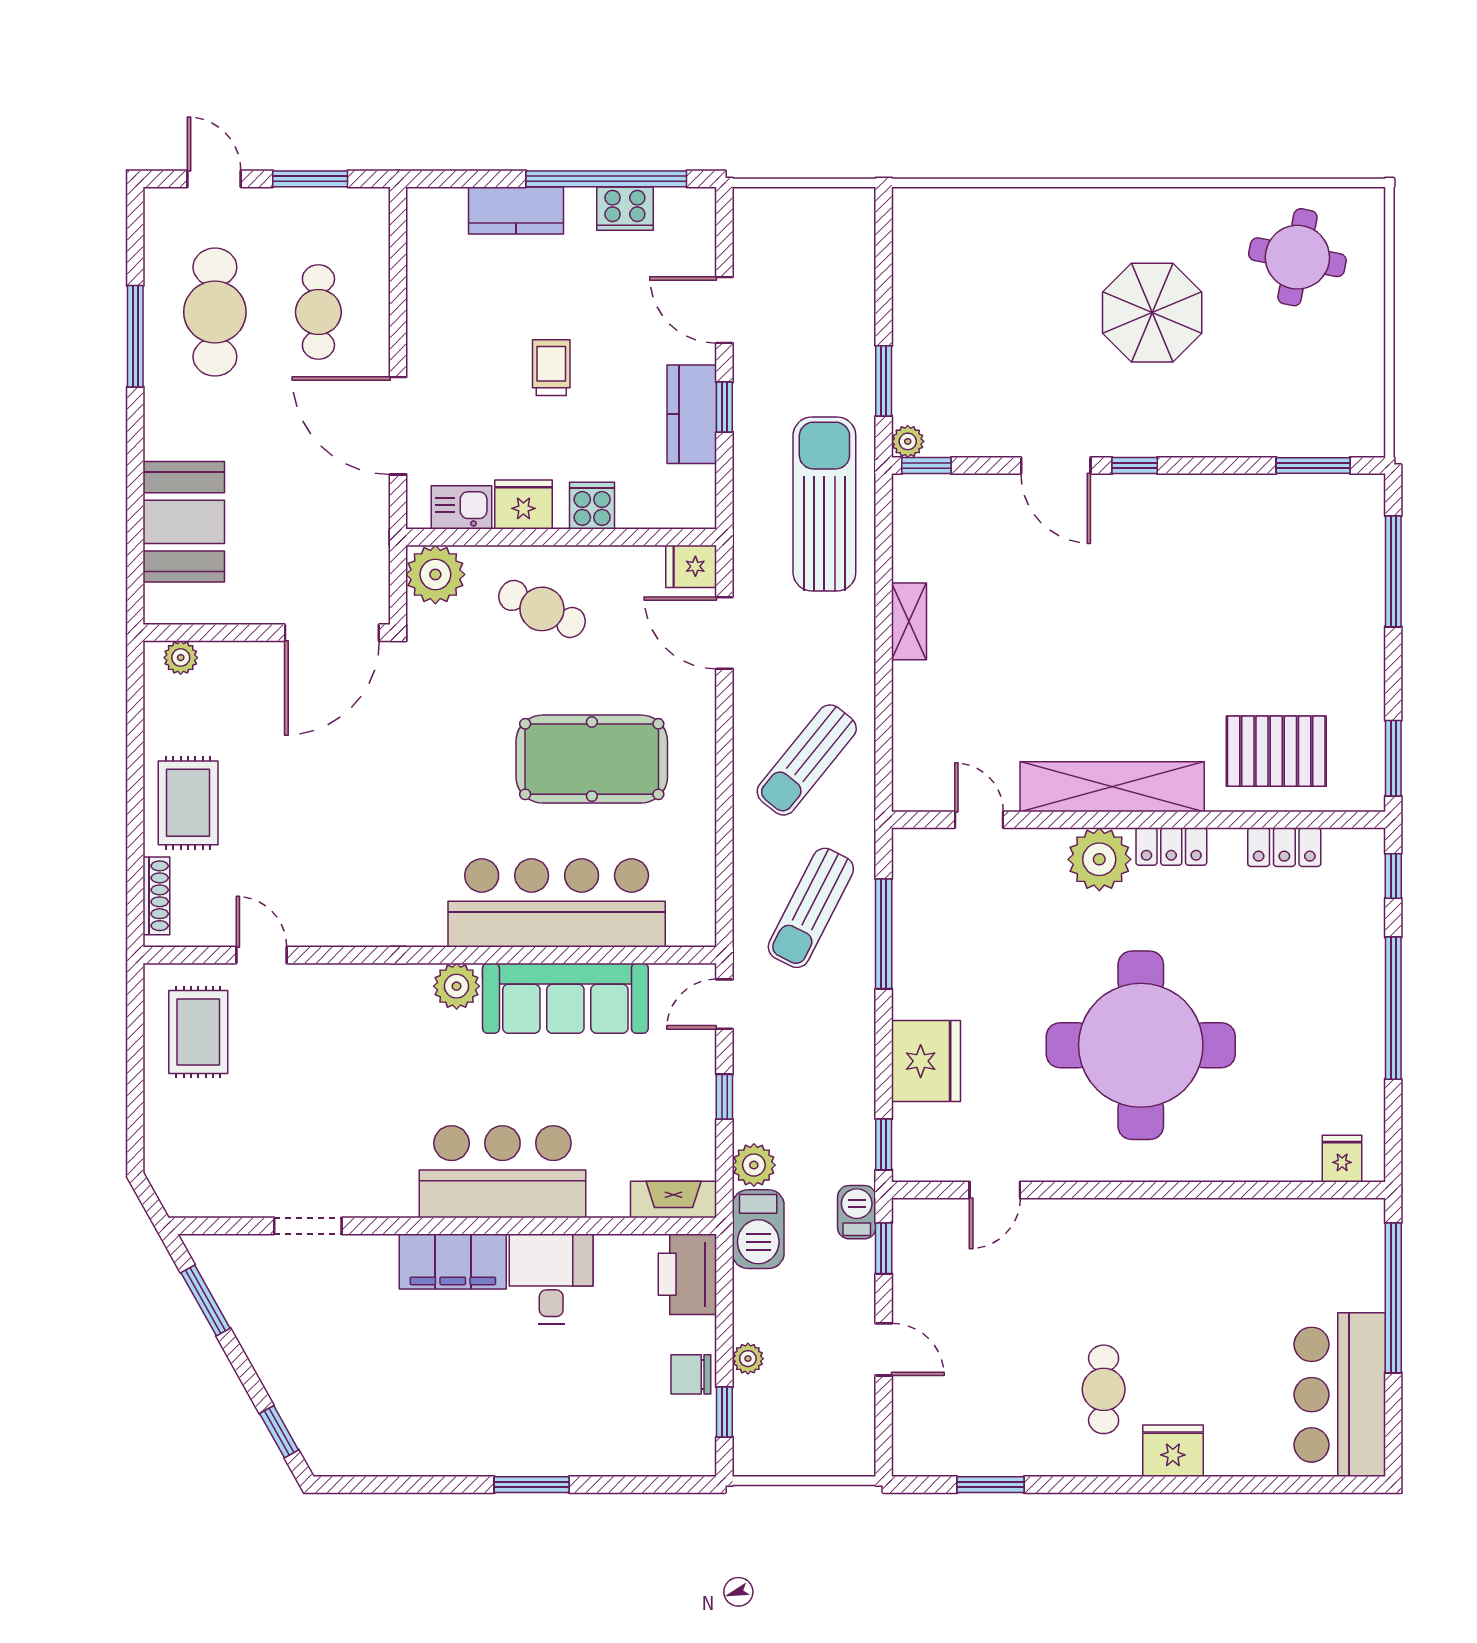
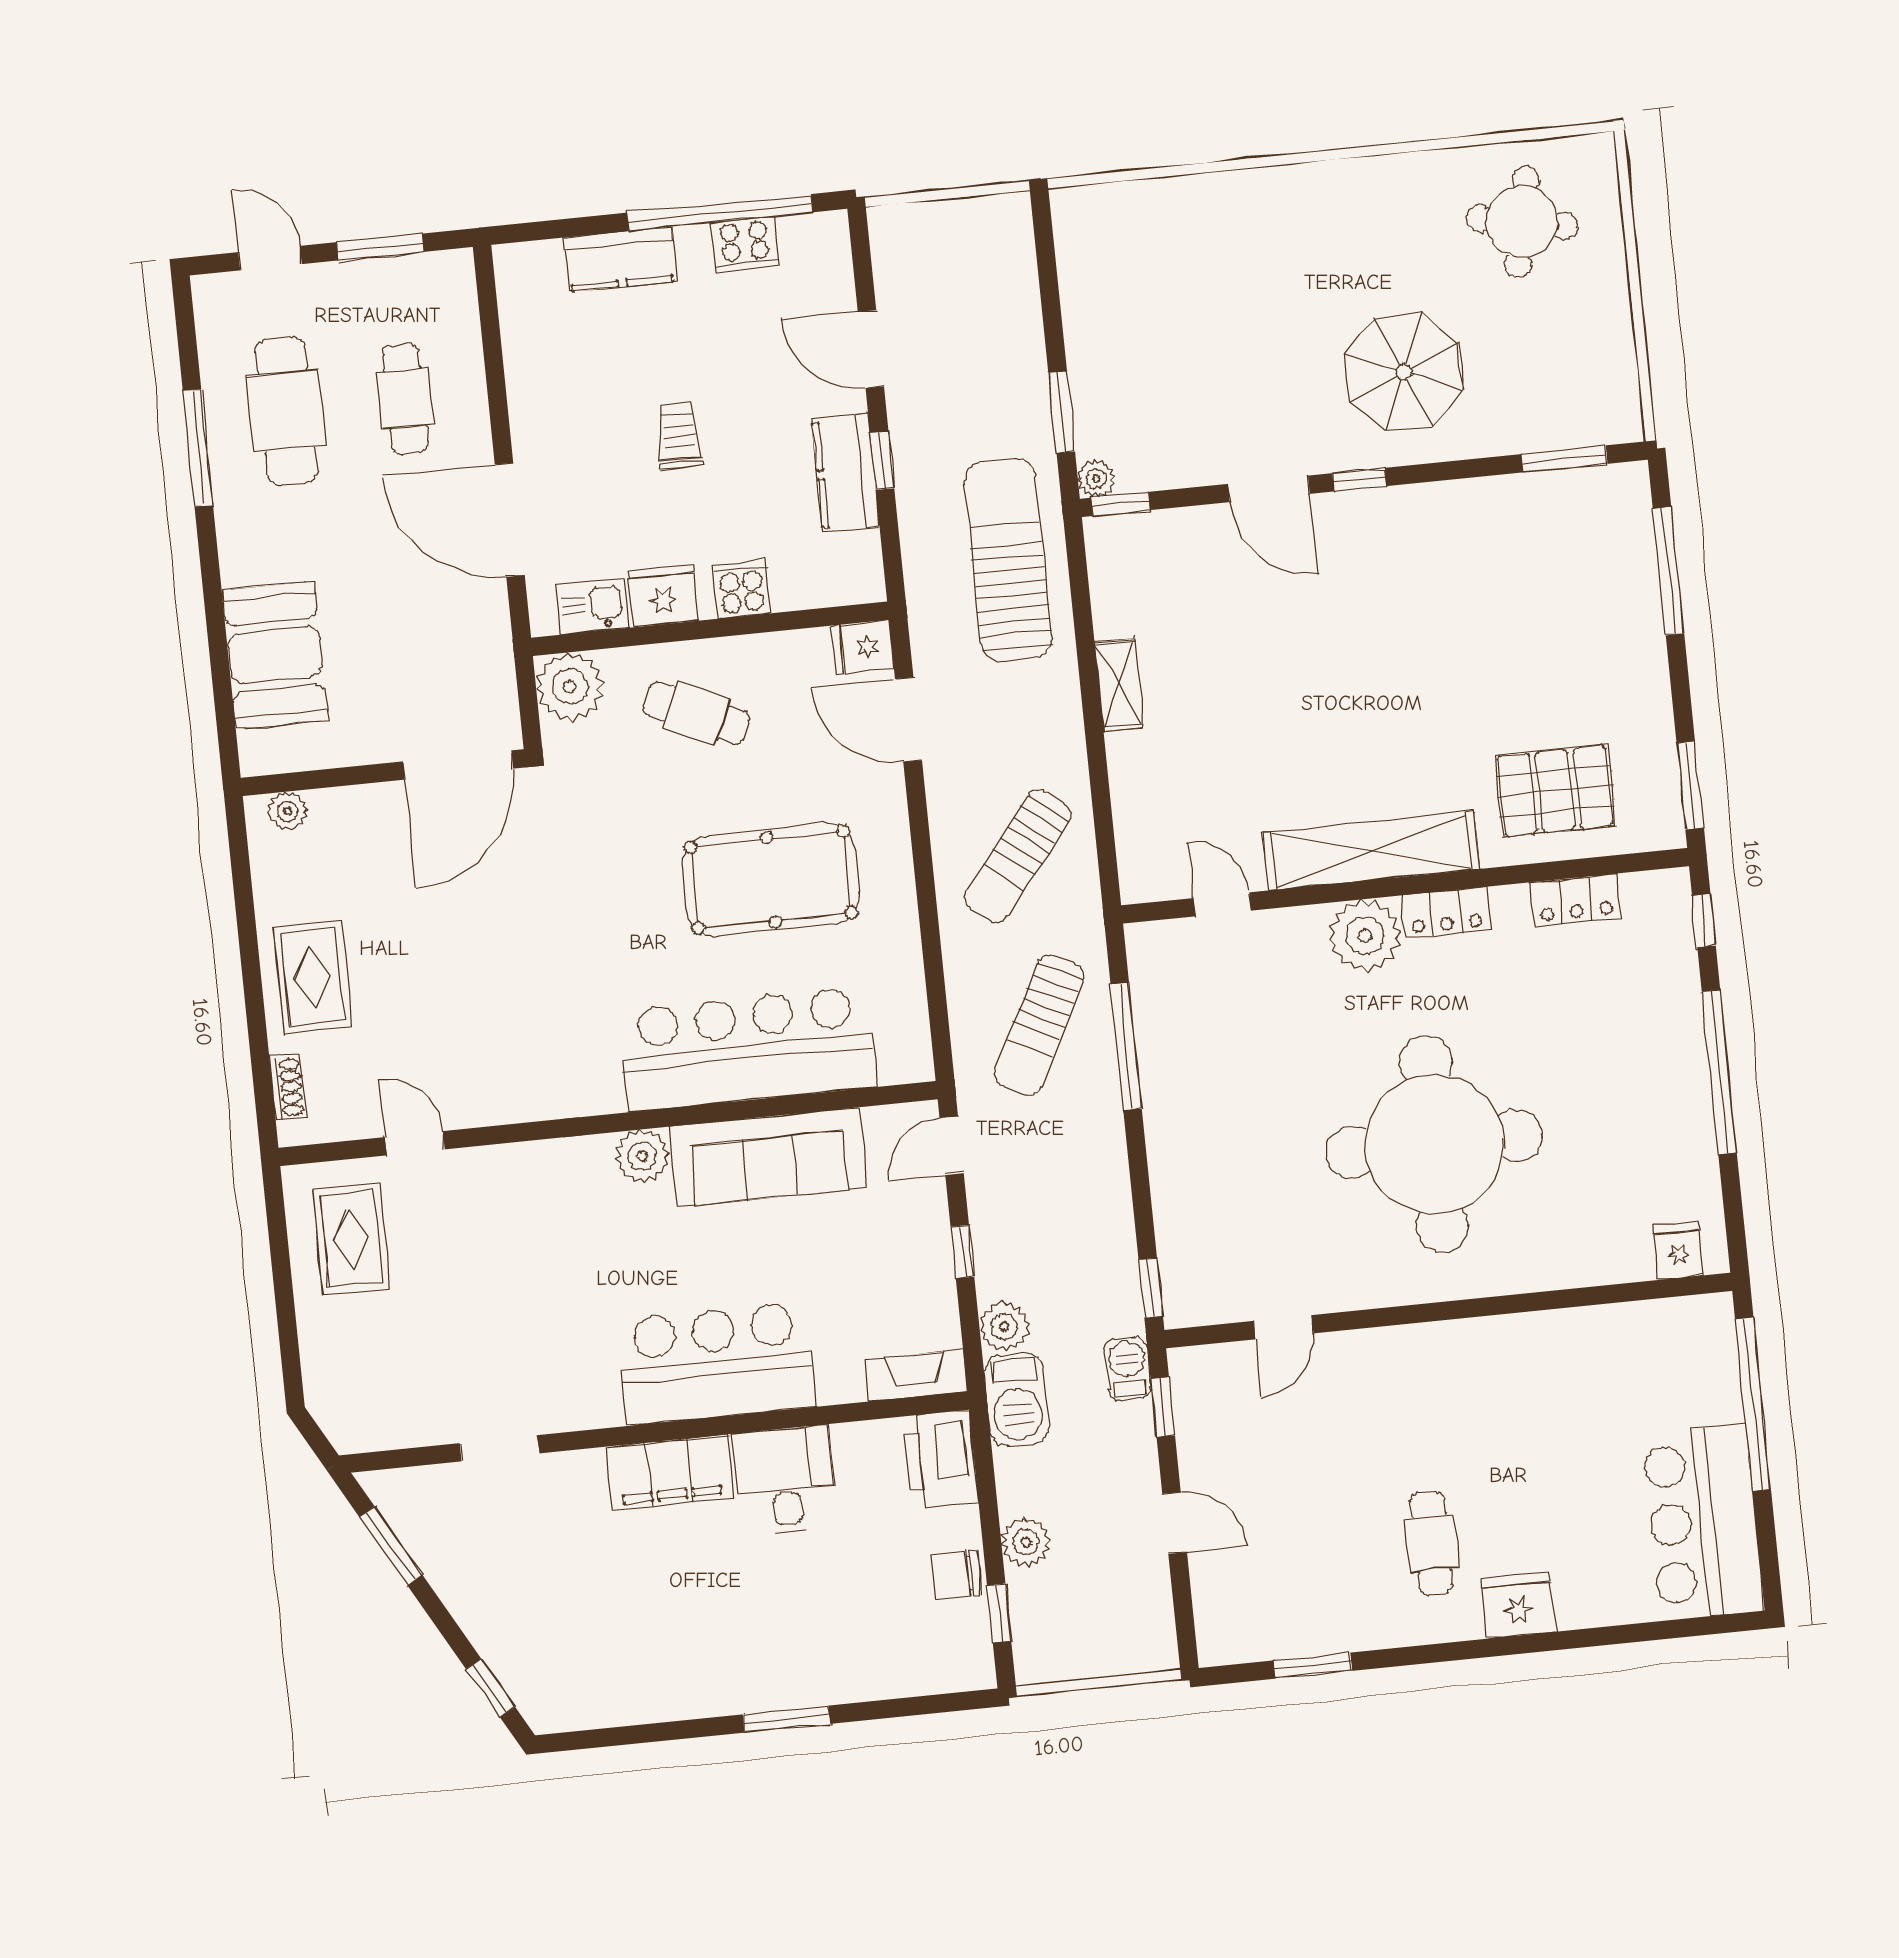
parasol: (1152, 313) -> (1404, 372), moved
shoe rack: (156, 896) -> (287, 1087), width x0.70
fridge: (926, 1061) -> (1190, 1187), removed
plant: (748, 1359) -> (1026, 1542), width x1.38, depth x1.38

